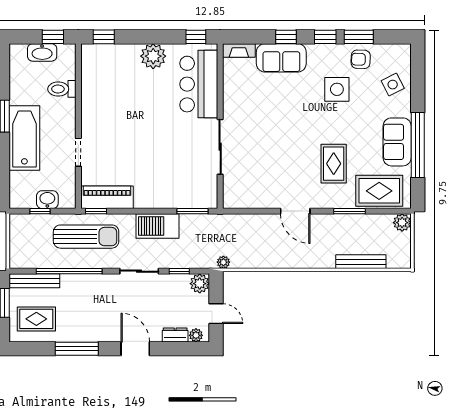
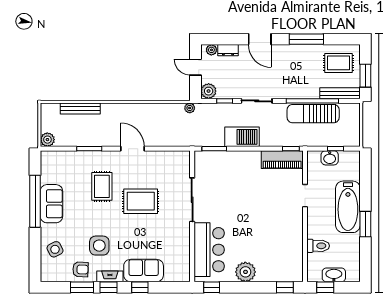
fireplace: (239, 50) -> (110, 276), moved
rug: (379, 191) -> (141, 201), moved
sun lounger: (86, 237) -> (313, 114), moved

